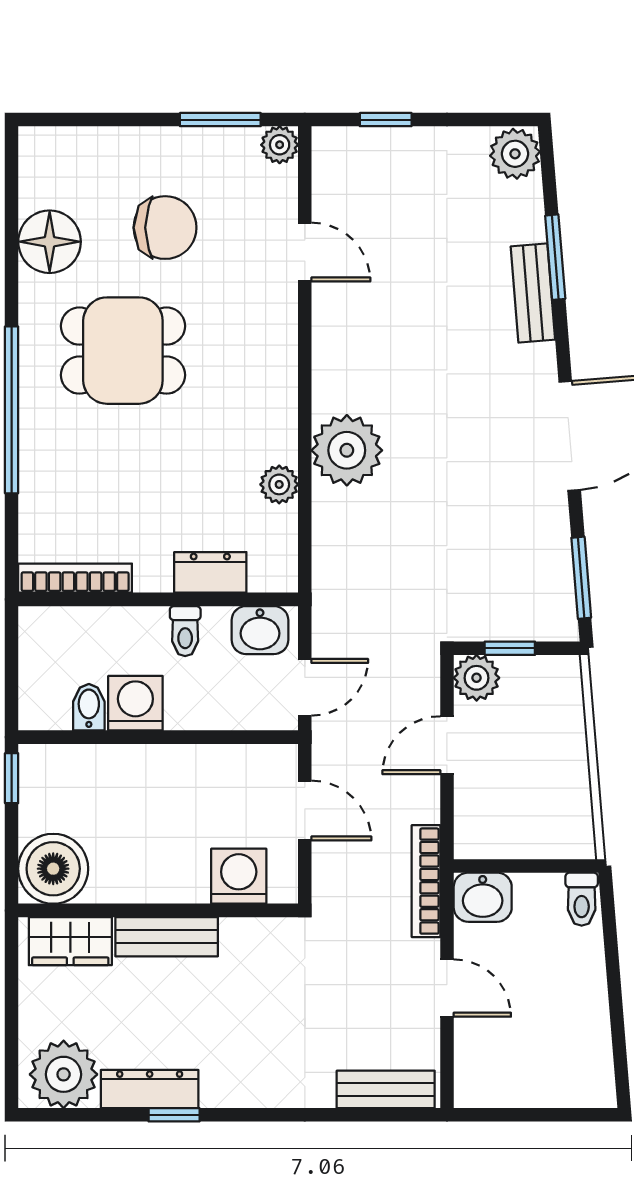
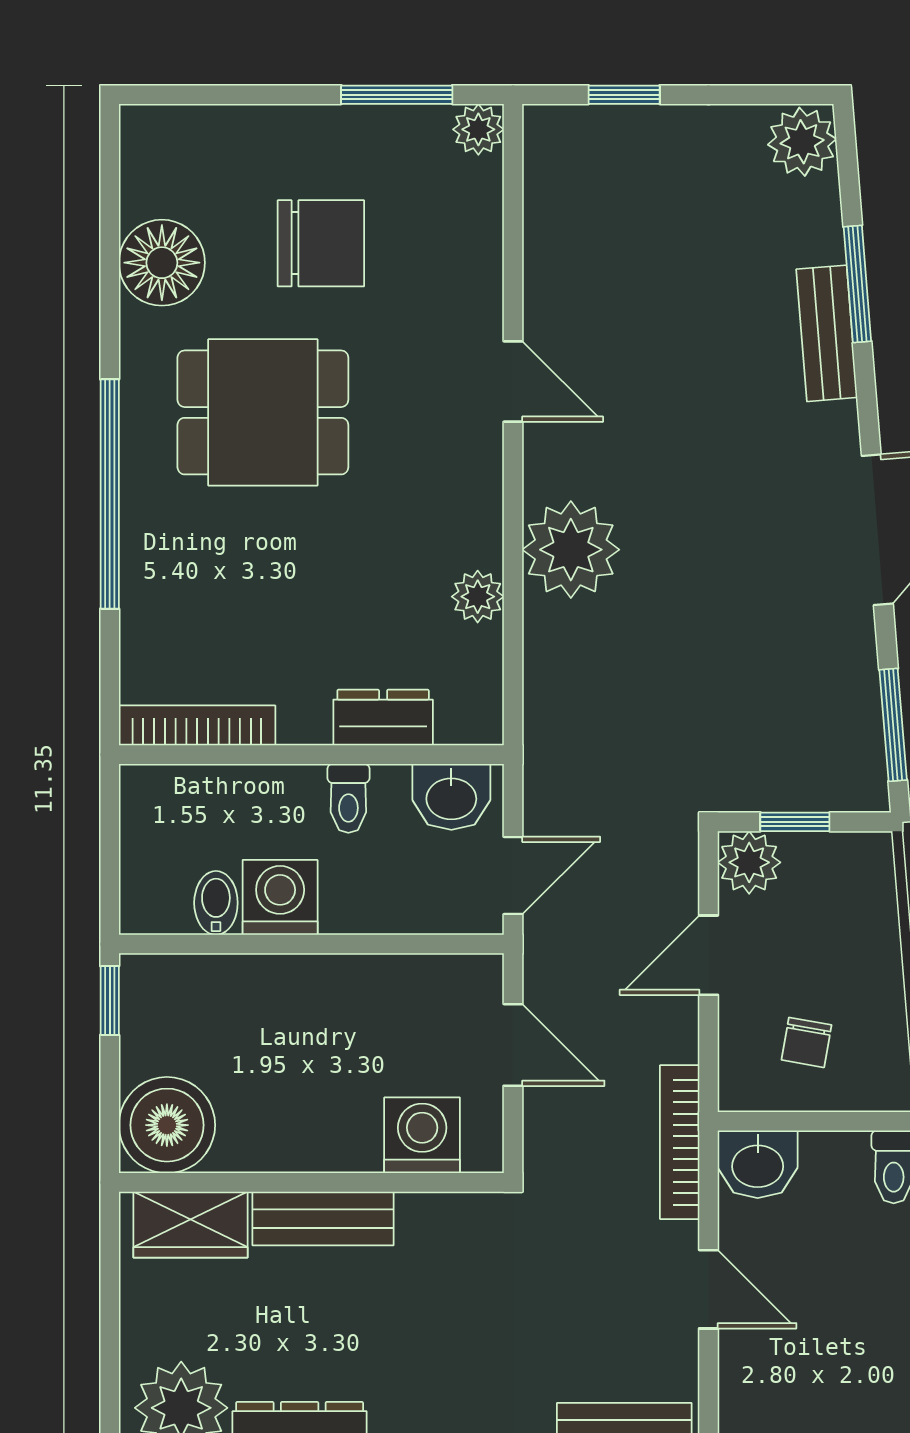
door: (305, 252) -> (513, 381), moved
chair: (518, 809) -> (807, 1042), added

